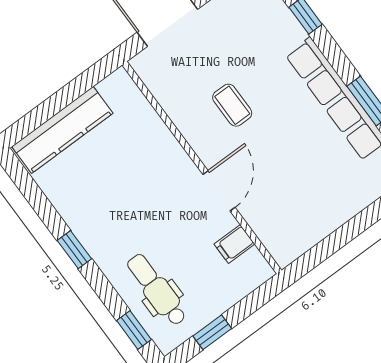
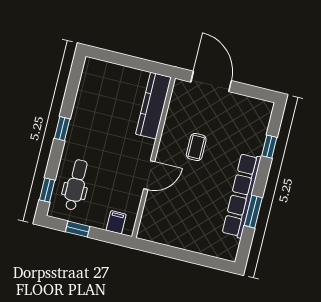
kitchen counter: (62, 130) -> (153, 106), moved, turned 90
filing cabinet: (234, 244) -> (116, 222), moved, turned 90

